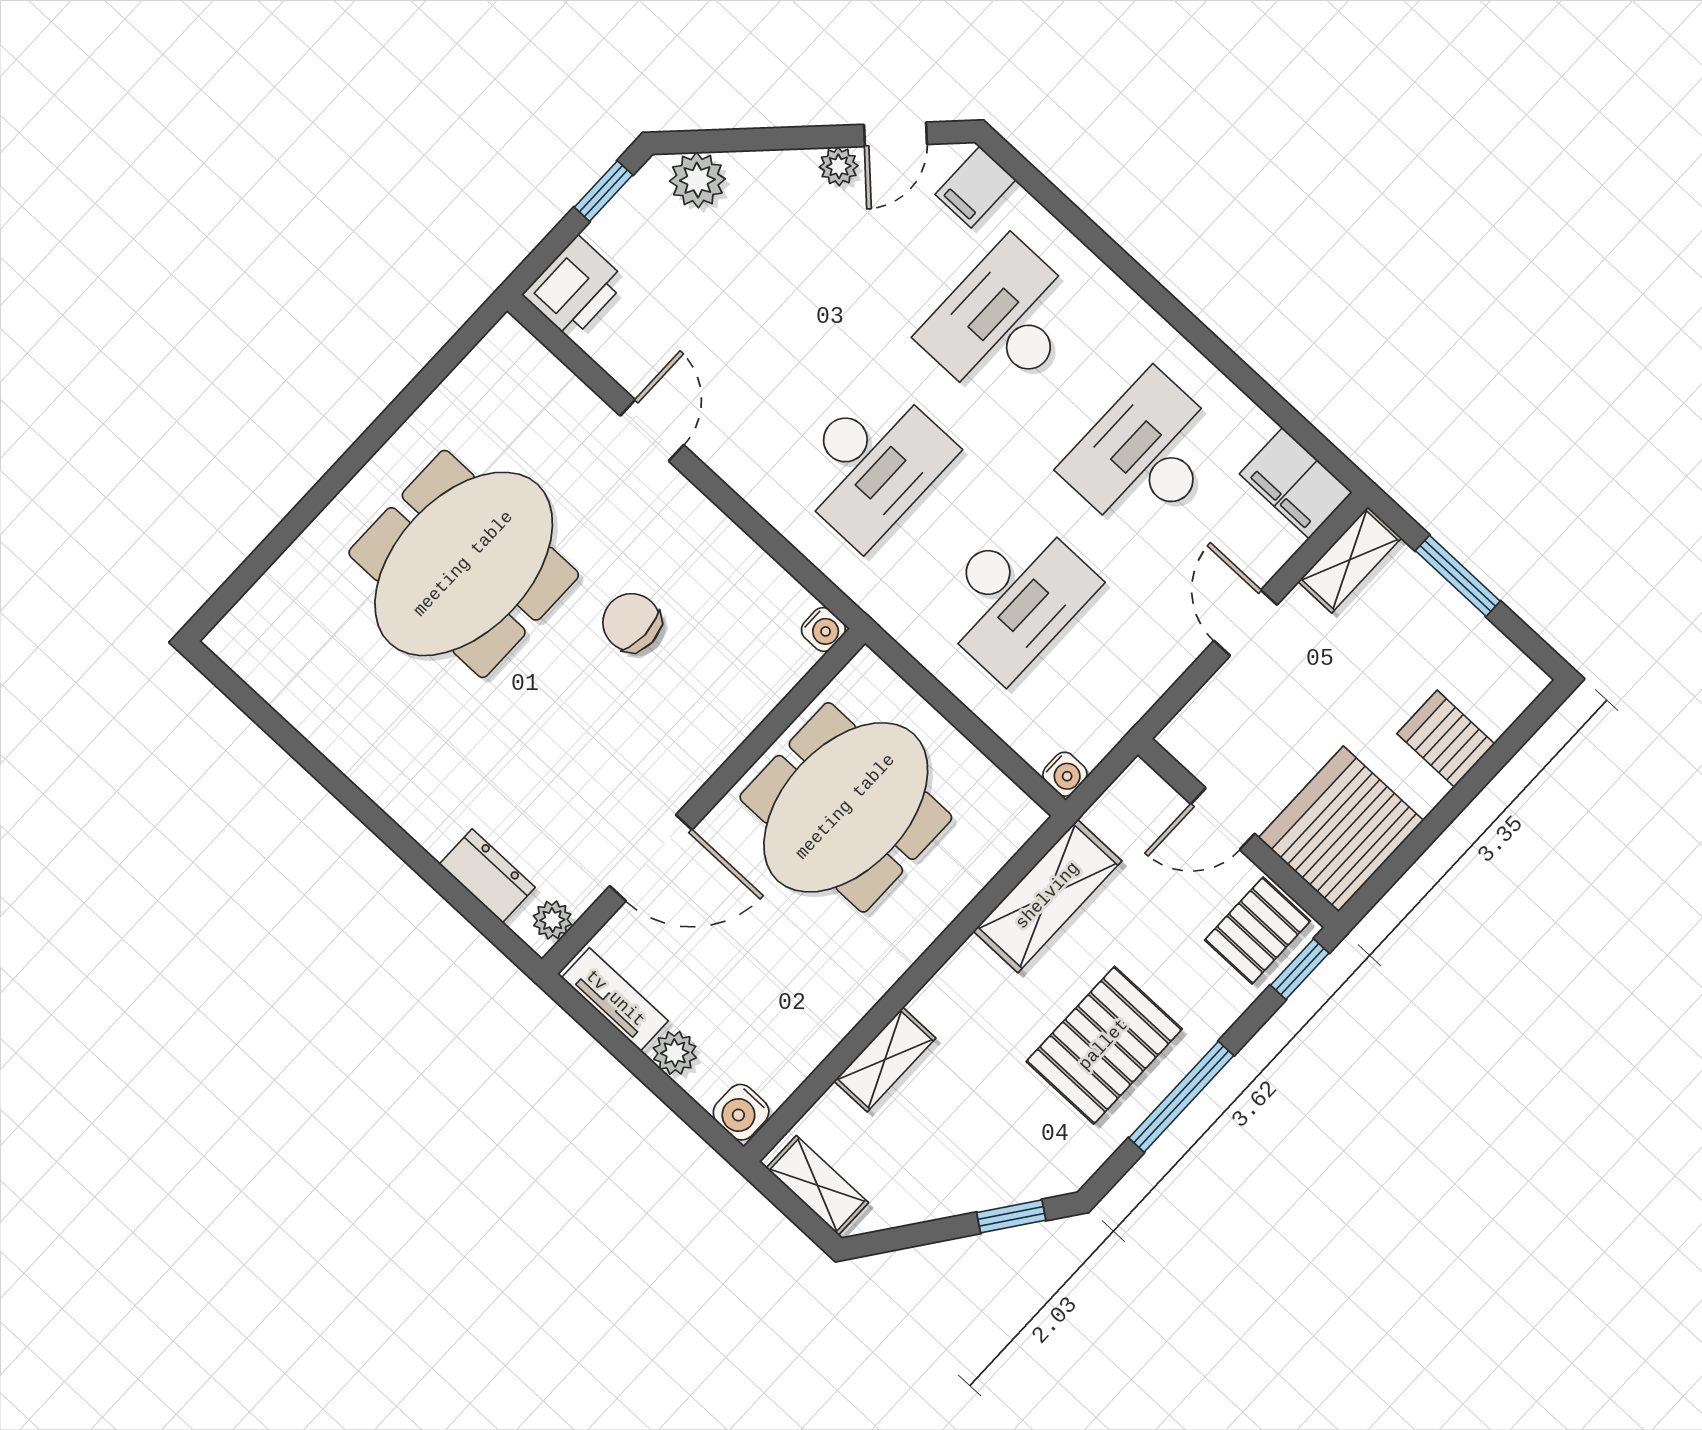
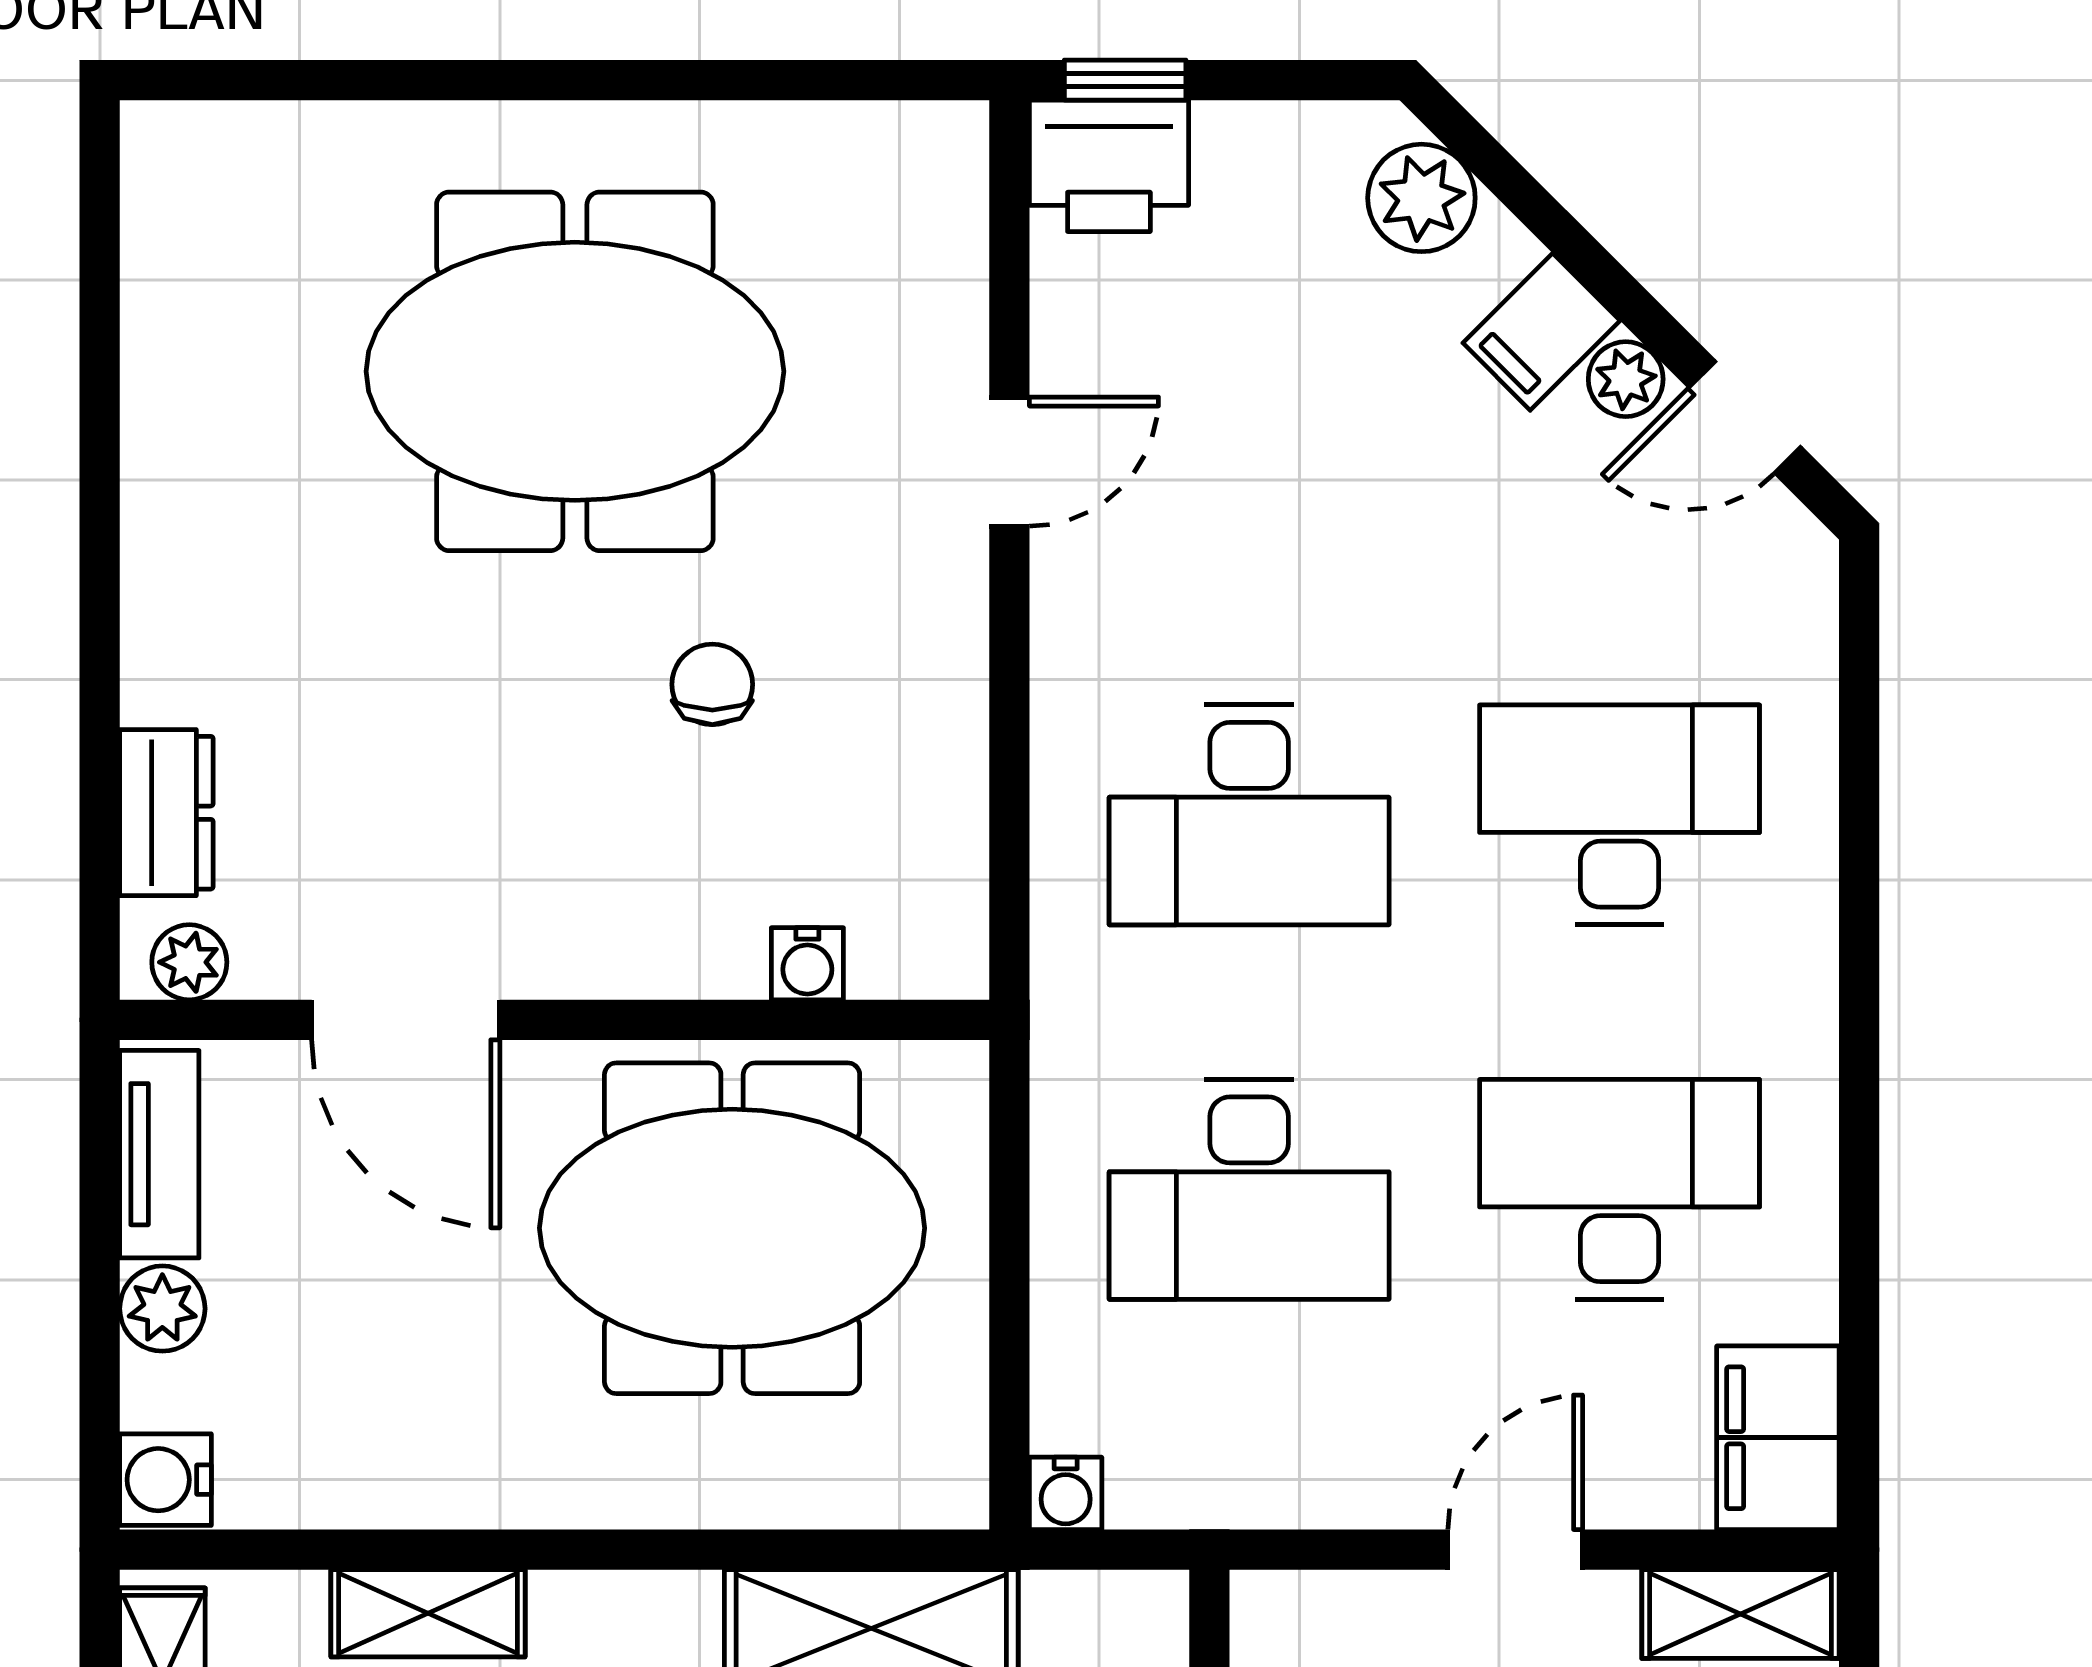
filing cabinet: (976, 187) -> (1541, 332), moved, turned -45
window: (603, 191) -> (1125, 80), moved
chair: (632, 622) -> (712, 684), width x0.73, depth x0.73
water cooler: (823, 629) -> (807, 964), moved

